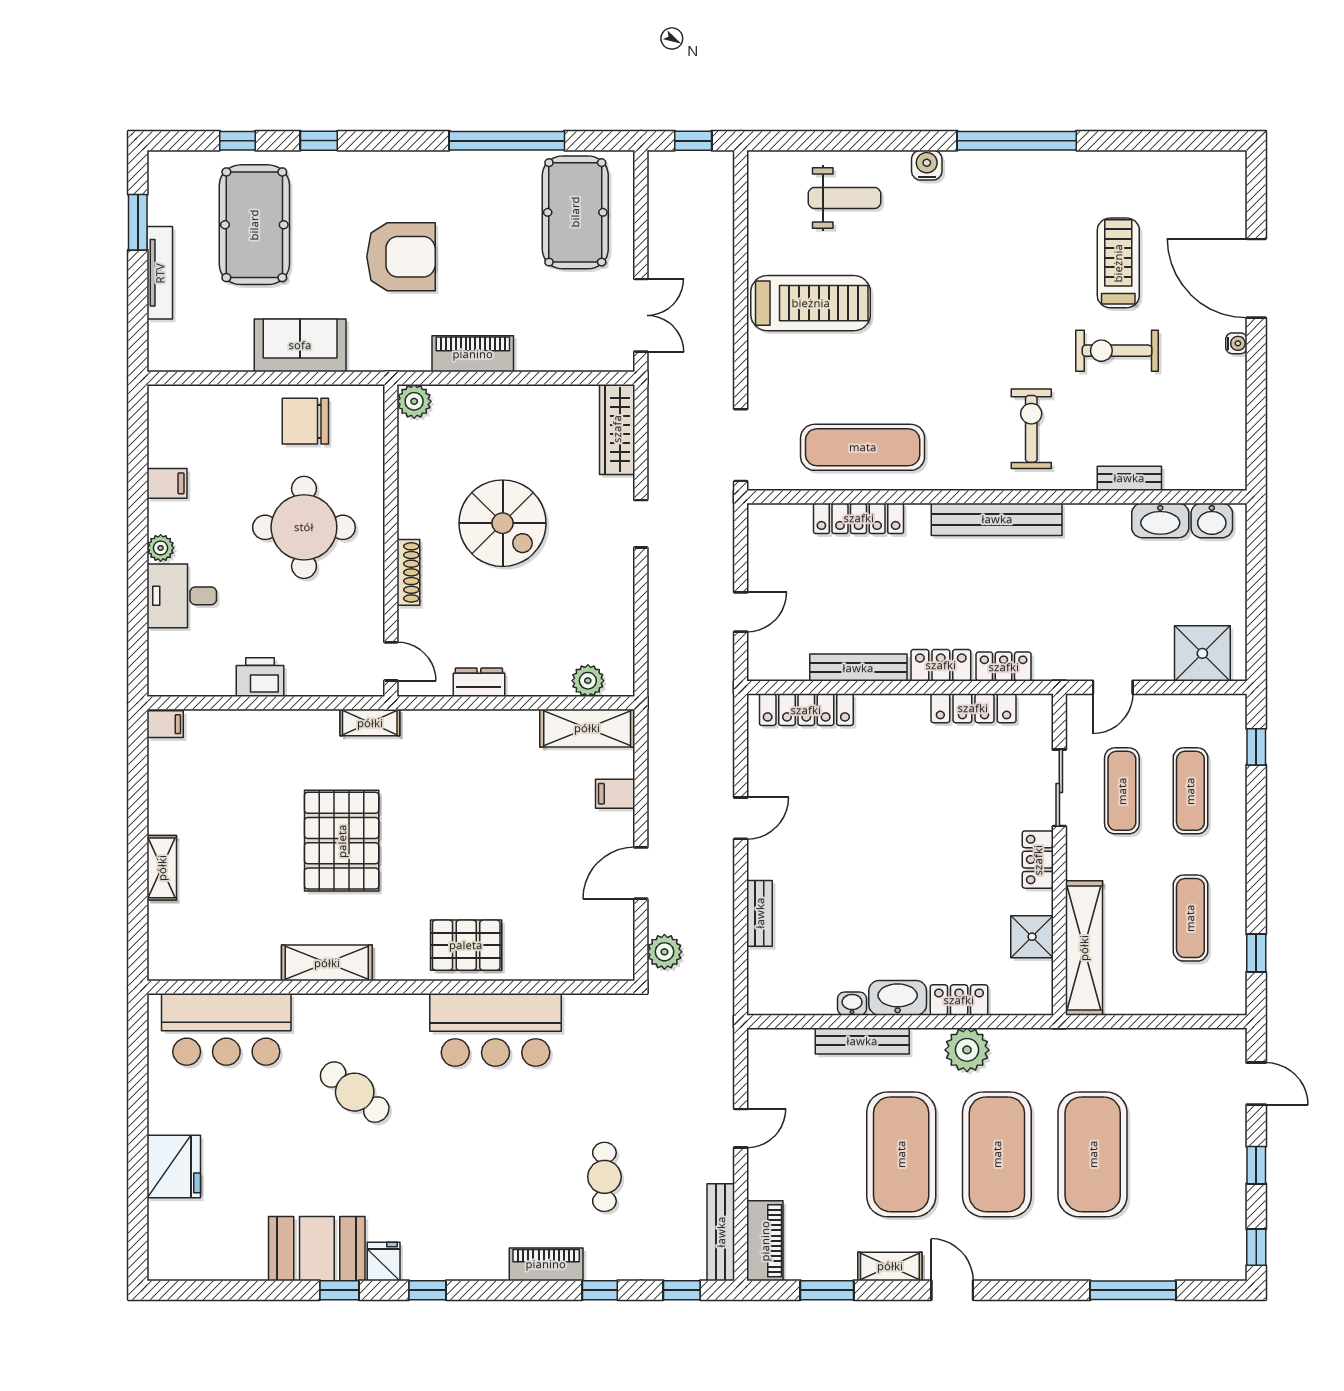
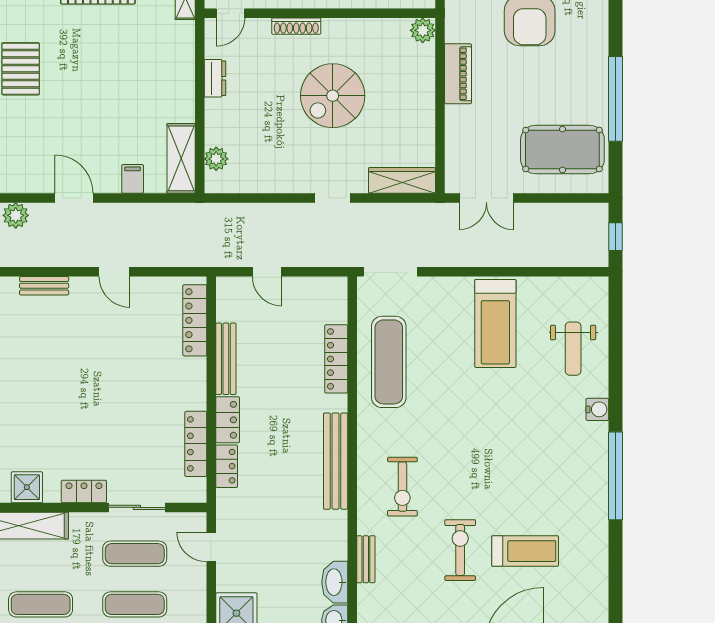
exercise bike: (1031, 429) -> (402, 487), turned 90

